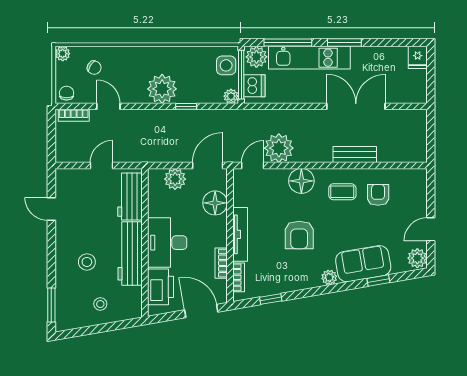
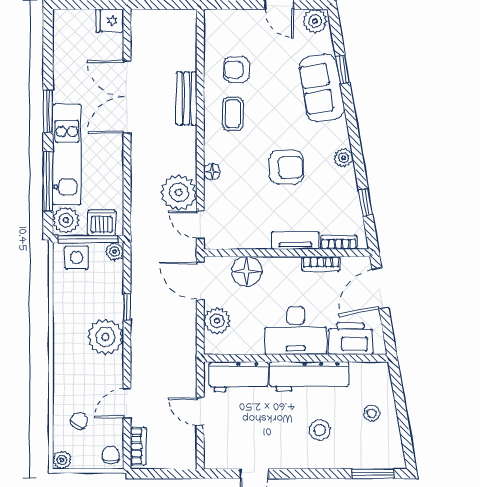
fridge: (418, 57) -> (110, 21), moved, turned 180
chair: (67, 93) -> (111, 455), turned 90
floor lamp: (301, 181) -> (212, 172), width x0.53, depth x0.53
tv unit: (240, 234) -> (295, 240), width x0.71
plant: (329, 277) -> (344, 158), moved

